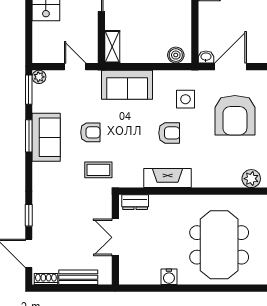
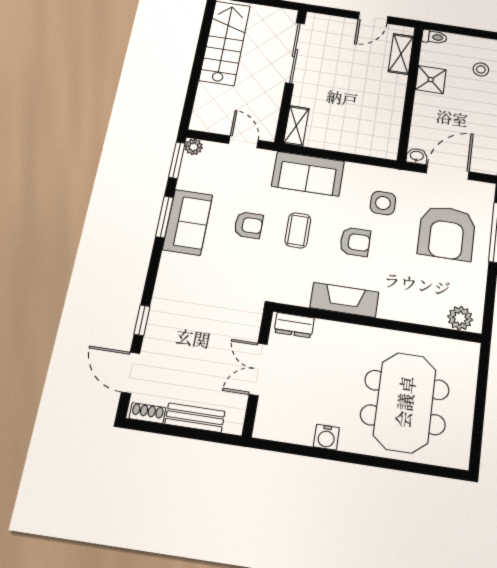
boiler: (176, 55) -> (378, 148), removed
coffee table: (98, 170) -> (298, 230), moved, turned 90

